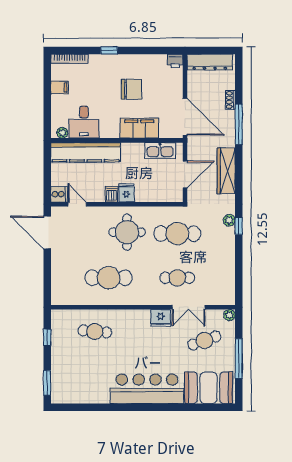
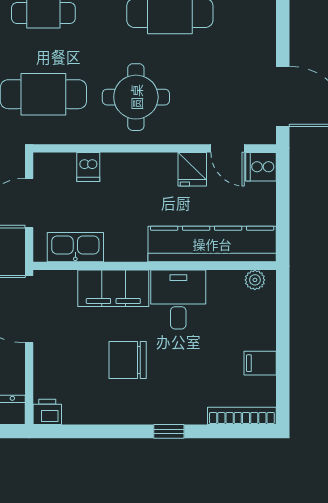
desk: (84, 122) -> (178, 299), moved
fridge: (126, 193) -> (192, 169), moved
dishwasher: (111, 194) -> (88, 167), moved

